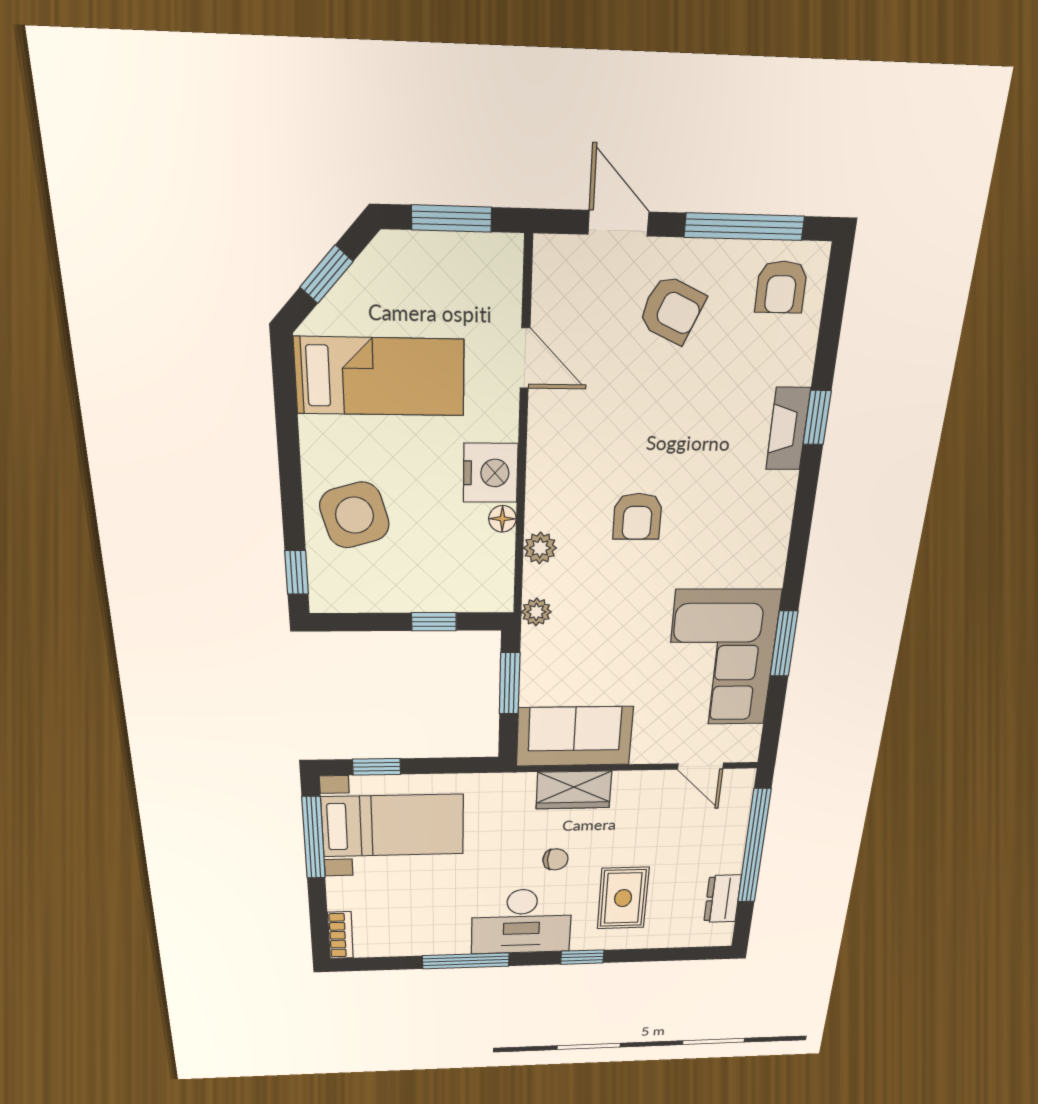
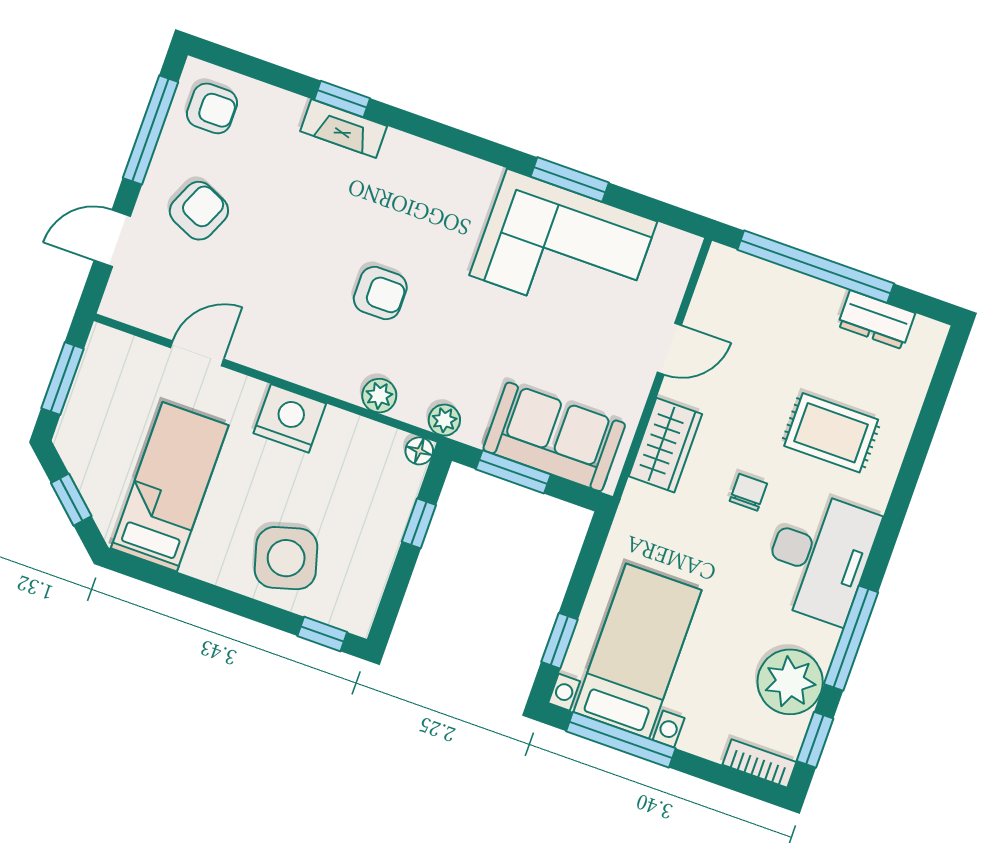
floor lamp: (502, 519) -> (419, 451), moved
sofa: (574, 736) -> (554, 437), moved, turned 90
door: (701, 766) -> (669, 349), moved
plant: (414, 934) -> (790, 682), added
window: (582, 957) -> (815, 740), moved

